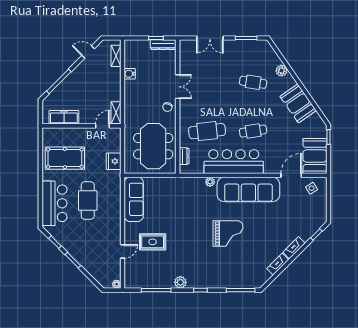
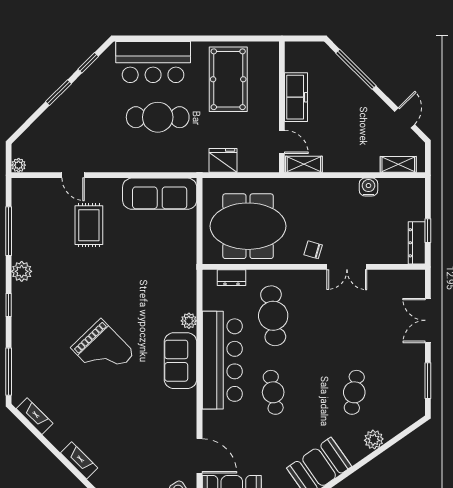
freezer: (64, 117) -> (296, 97), moved
sofa: (248, 189) -> (180, 361), width x0.54, depth x0.79
grand piano: (228, 234) -> (103, 351), turned -44
fireplace: (278, 264) -> (35, 416), moved

